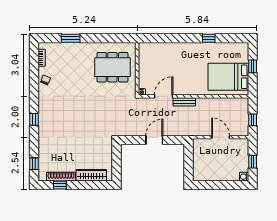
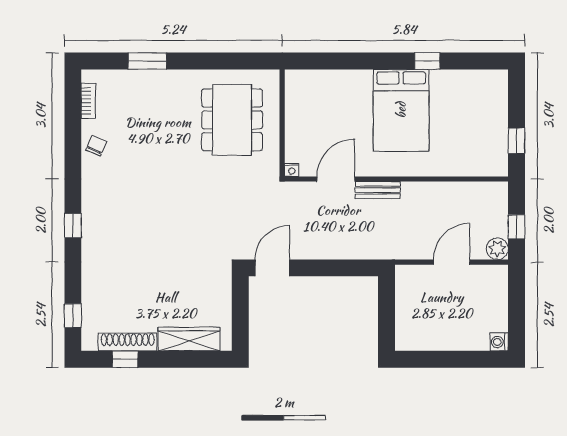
window: (253, 66) -> (516, 141), moved
dining table: (112, 67) -> (232, 120), turned 90
bed: (228, 77) -> (401, 110), moved, turned -90
plant: (243, 131) -> (497, 249), added
door: (221, 137) -> (452, 262), hinge flipped
door: (154, 140) -> (272, 268), moved
window: (253, 162) -> (516, 312), removed

